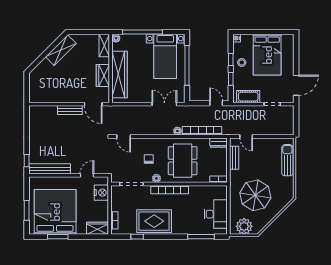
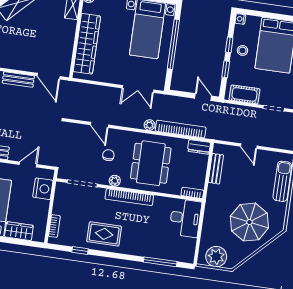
wardrobe: (103, 75) -> (66, 42), removed
double door: (164, 104) -> (138, 89), swing flipped
door: (124, 136) -> (99, 125), moved
door: (246, 136) -> (249, 146), moved
parasol: (255, 195) -> (249, 222), moved
desk: (216, 214) -> (185, 218), moved
rug: (154, 221) -> (104, 234), width x0.73, depth x0.70
wardrobe: (97, 228) -> (19, 231), moved

